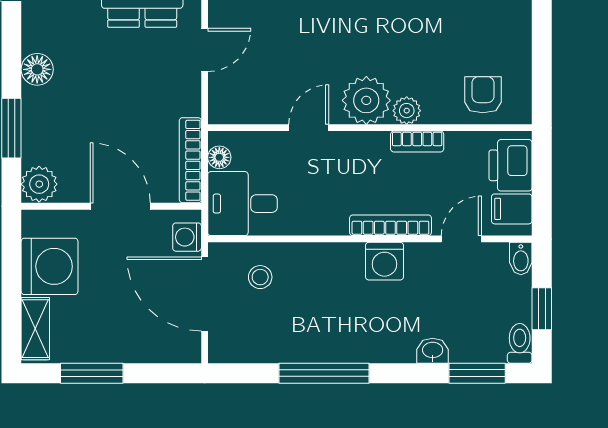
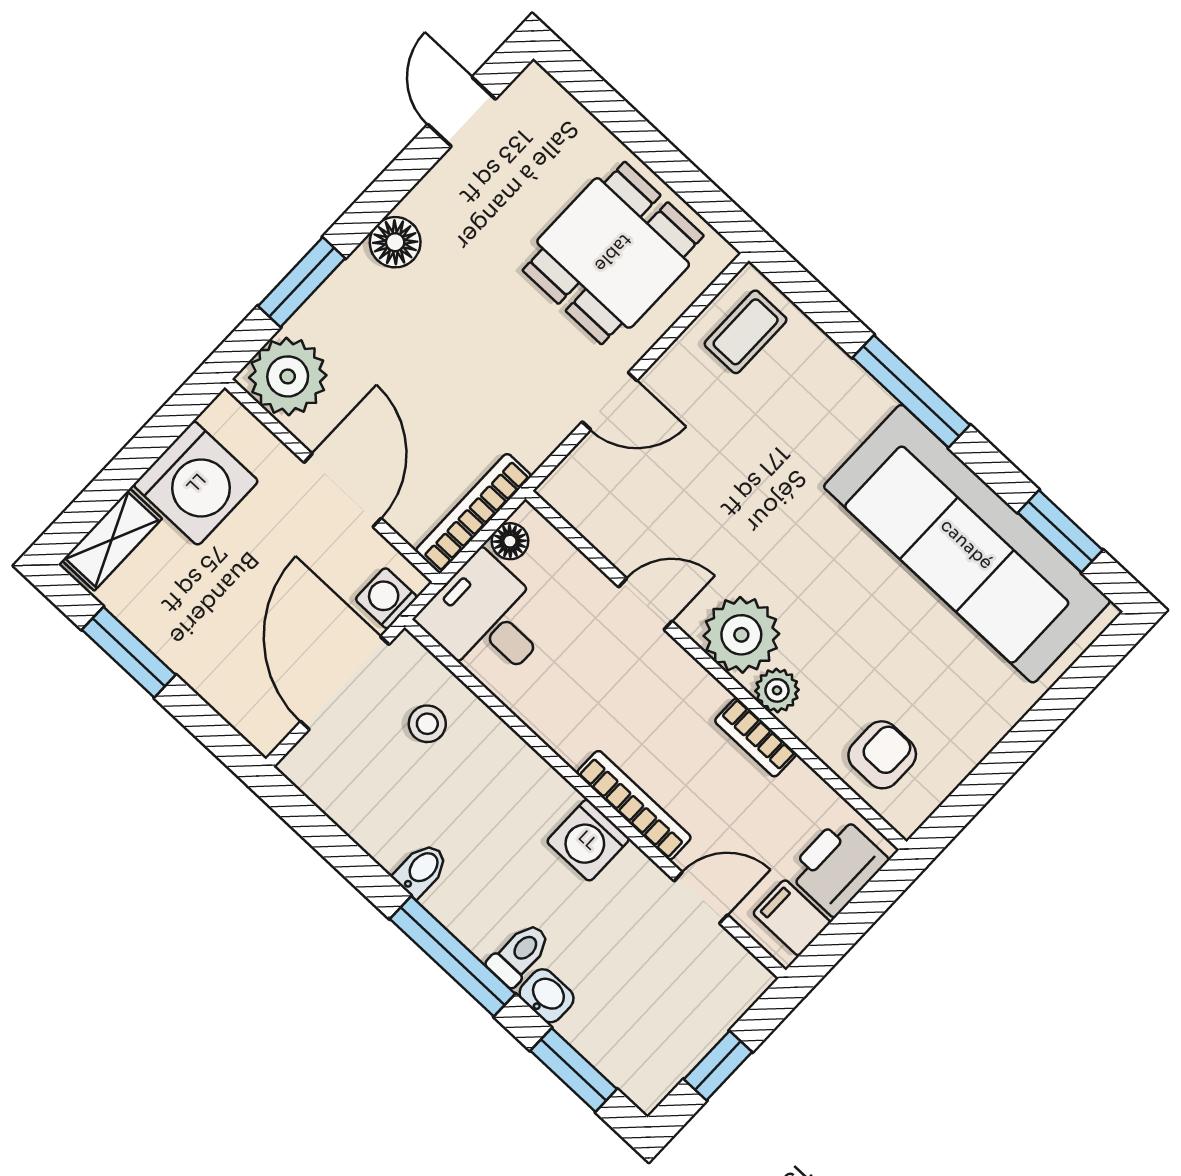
plant: (39, 184) -> (288, 376), width x1.36, depth x1.36
bidet: (521, 259) -> (421, 870), moved, turned 180
toilet: (520, 343) -> (519, 954), moved
window: (324, 373) -> (453, 956), moved

